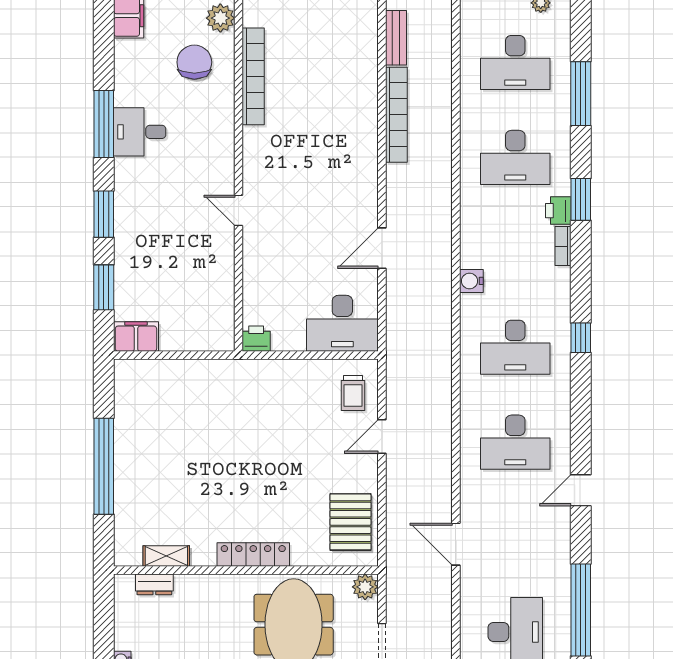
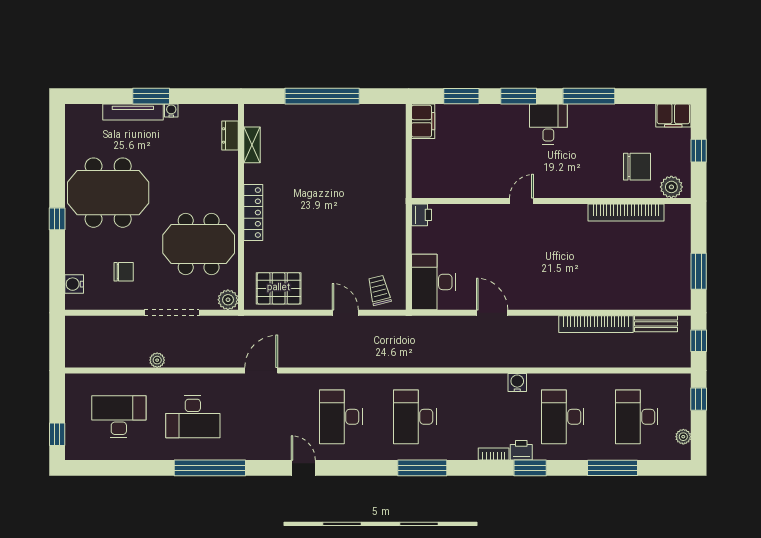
desk: (140, 132) -> (548, 124), moved
water cooler: (471, 281) -> (517, 383), moved
window: (581, 338) -> (422, 468), width x2.17
trolley: (353, 393) -> (379, 290), turned 76

